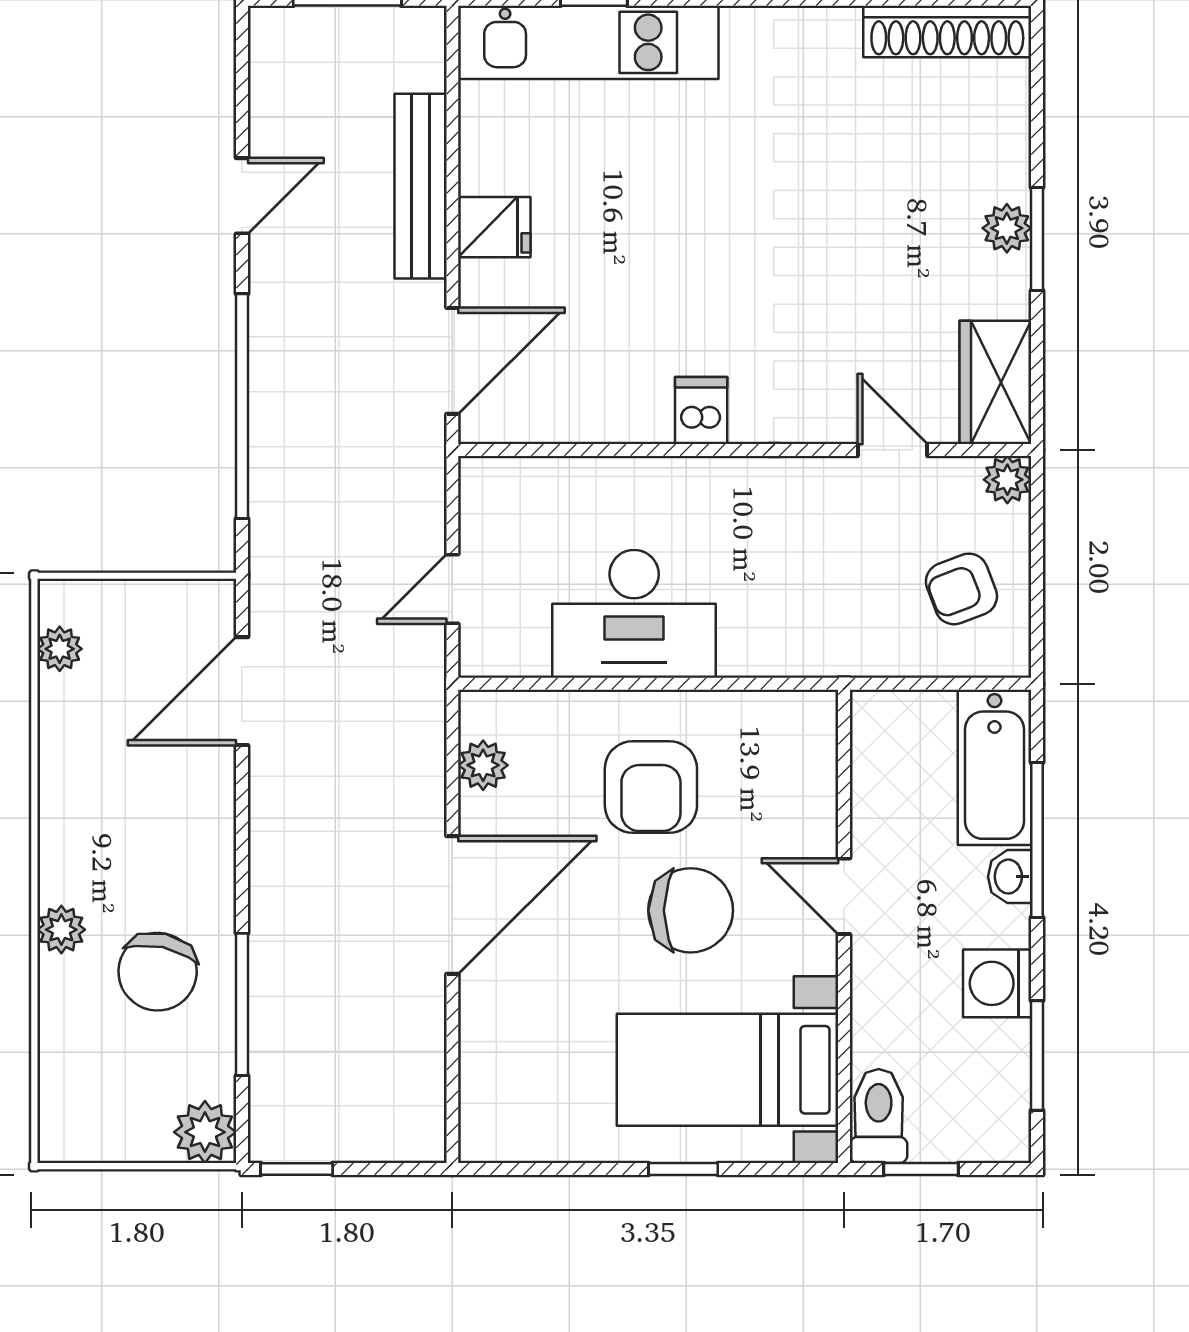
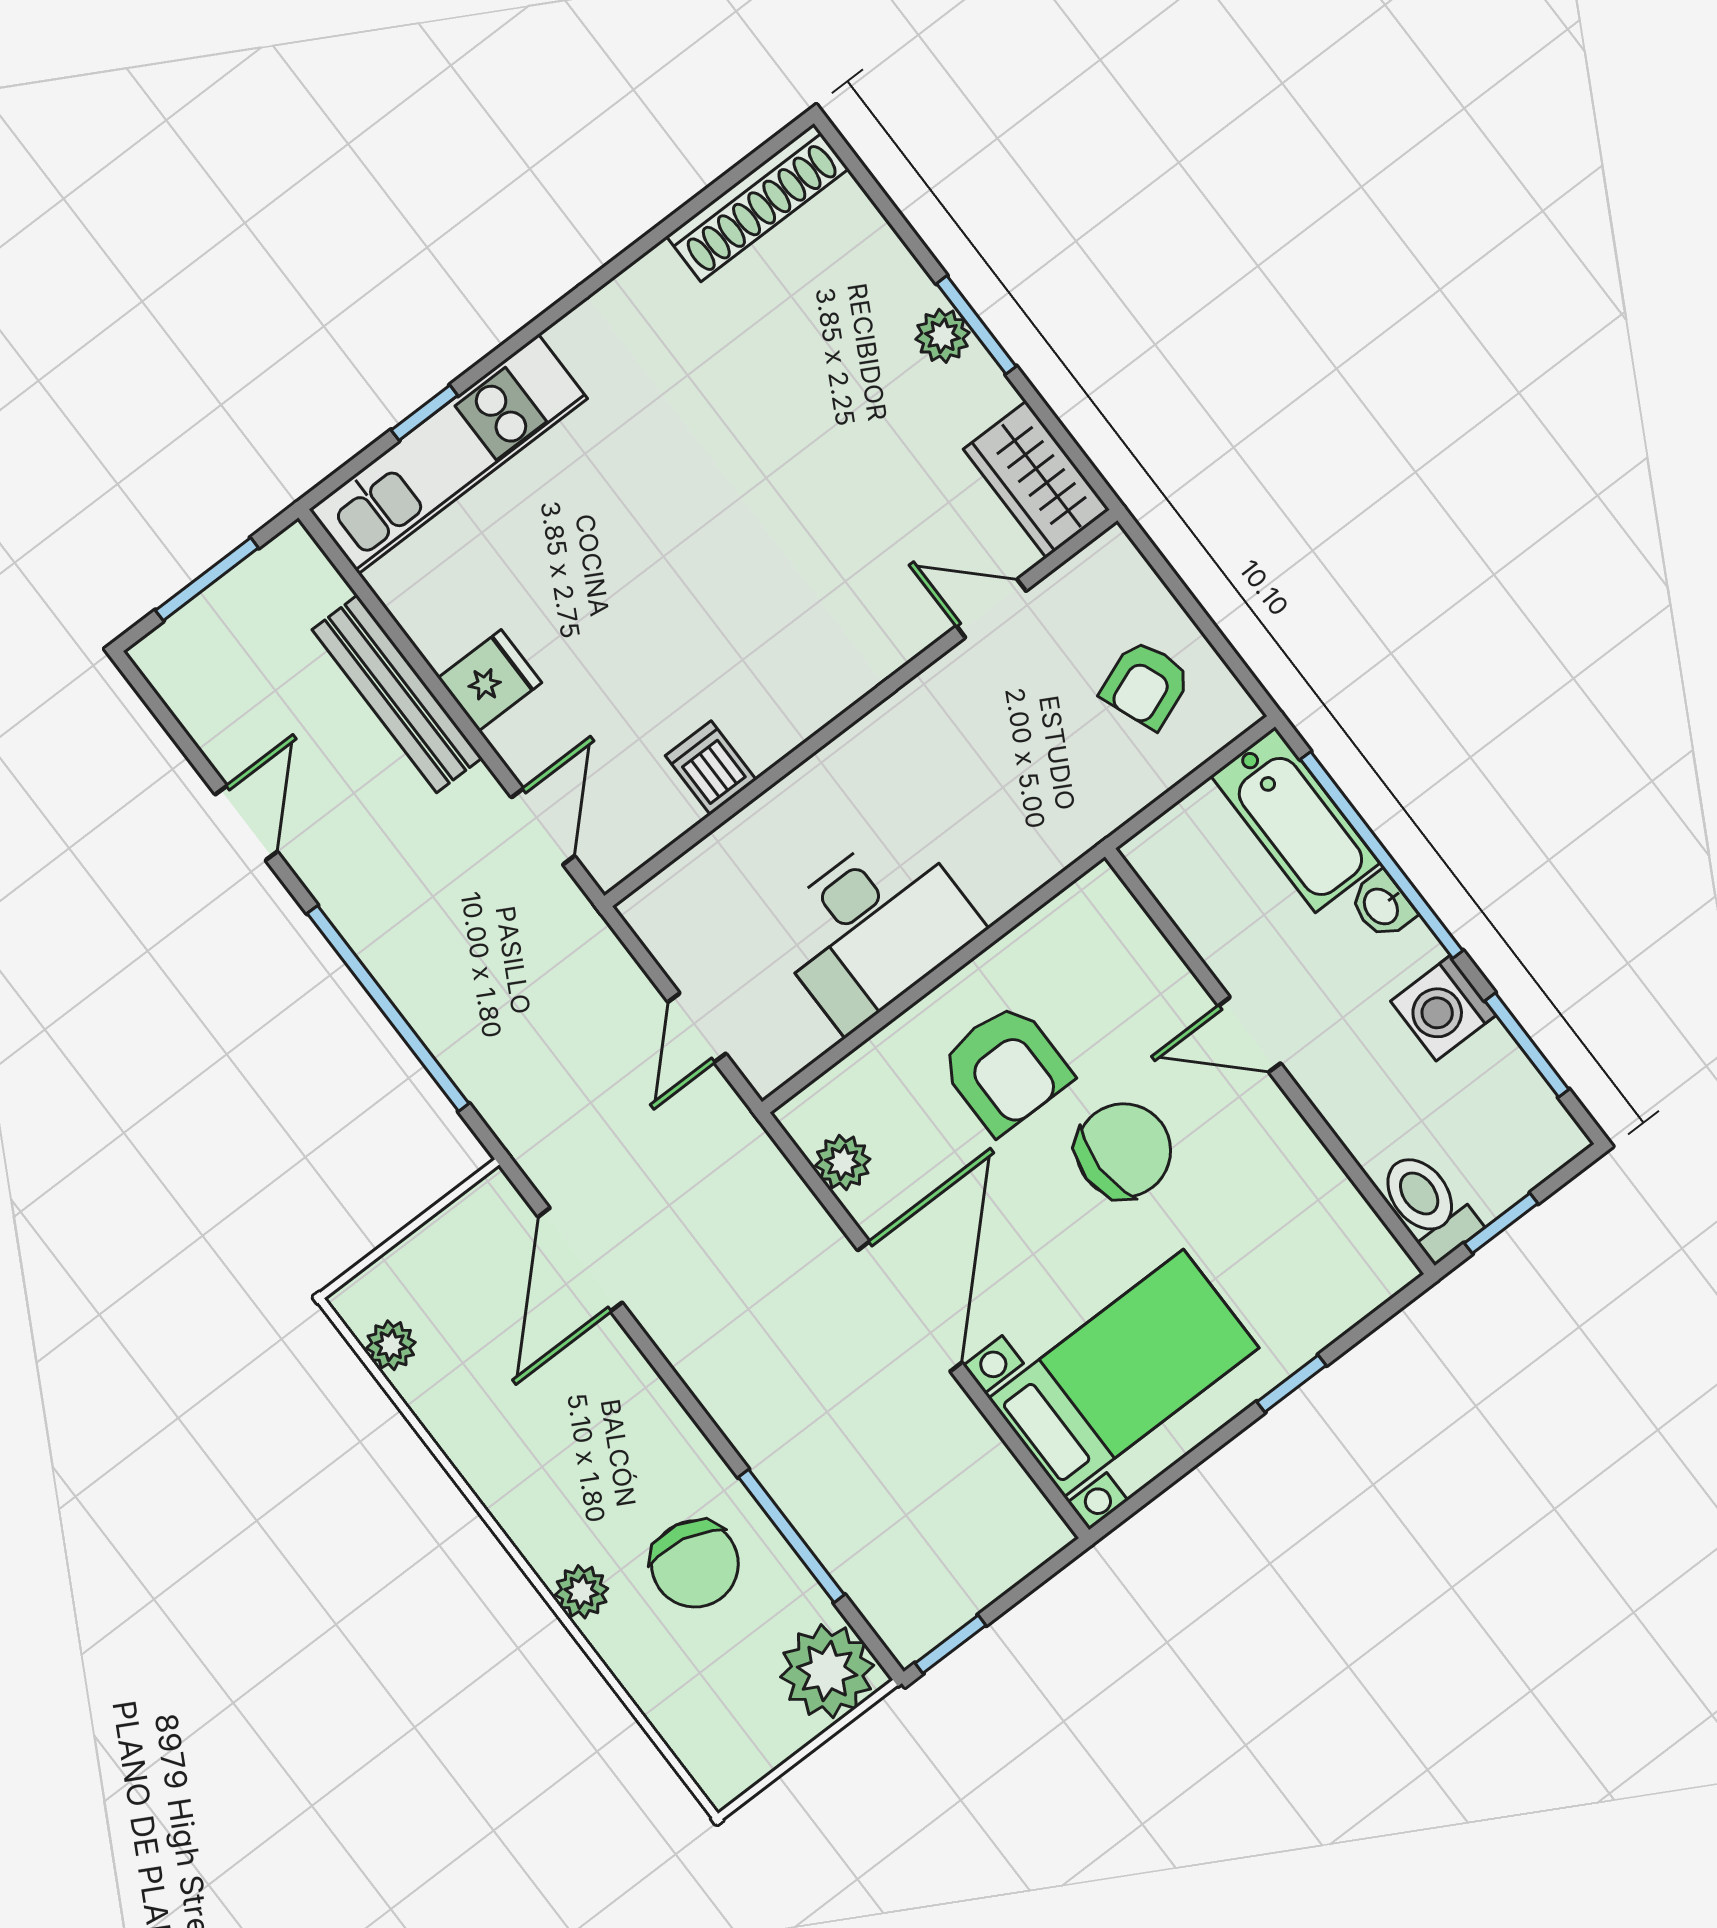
door: (452, 361) -> (543, 827), width x0.73
dishwasher: (701, 411) -> (711, 768), moved
plant: (1007, 480) -> (1112, 557), removed
window: (1037, 840) -> (1382, 855), width x1.46
bed with nightstands: (728, 1070) -> (1124, 1373), moved, turned 180
plant: (205, 1132) -> (827, 1671), width x1.36, depth x1.36

